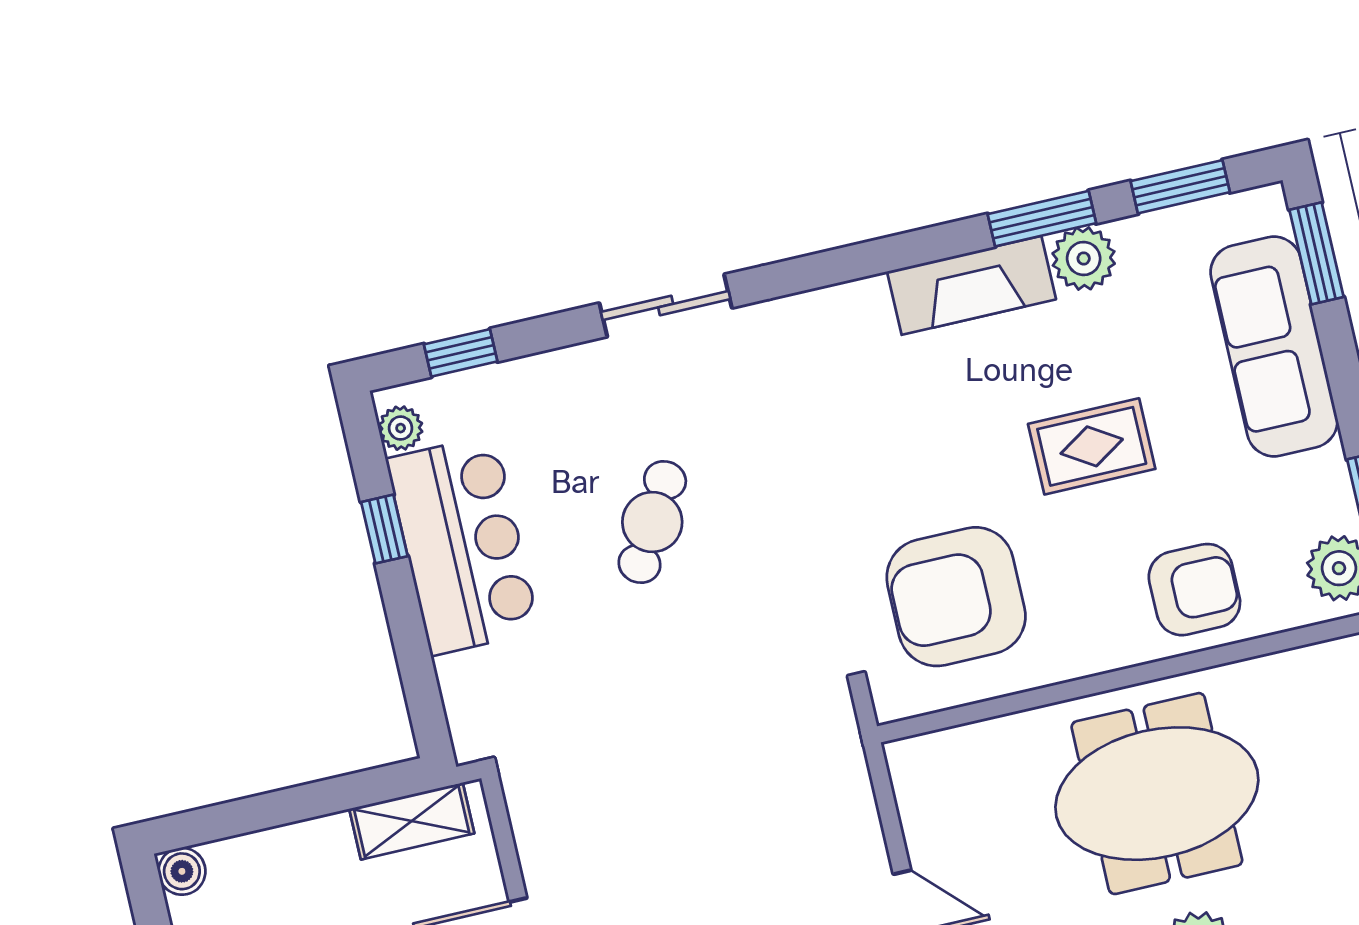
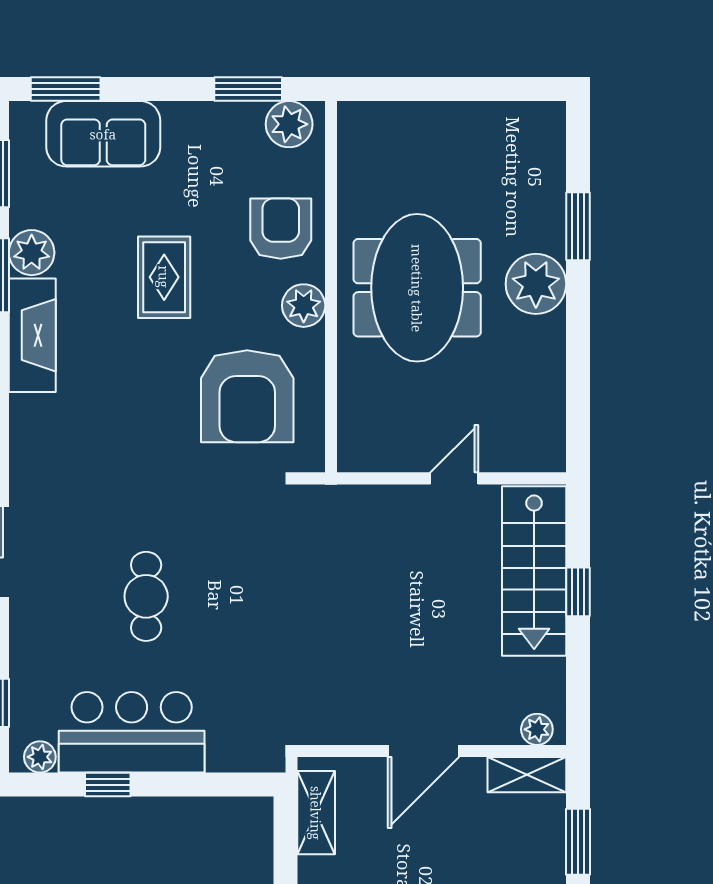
sofa: (1274, 346) -> (103, 134), width x0.73
cafe table: (652, 522) -> (146, 596), turned 60
plant: (1097, 645) -> (304, 306), added

